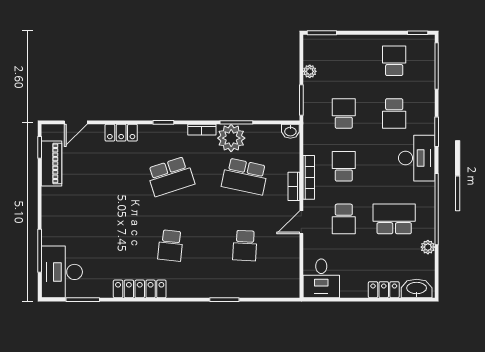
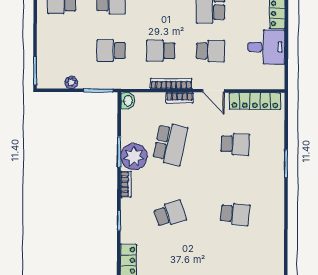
school desk: (171, 176) -> (170, 214), width x0.54
desk: (321, 278) -> (266, 47), moved
locker: (140, 289) -> (255, 101), moved, turned -90

